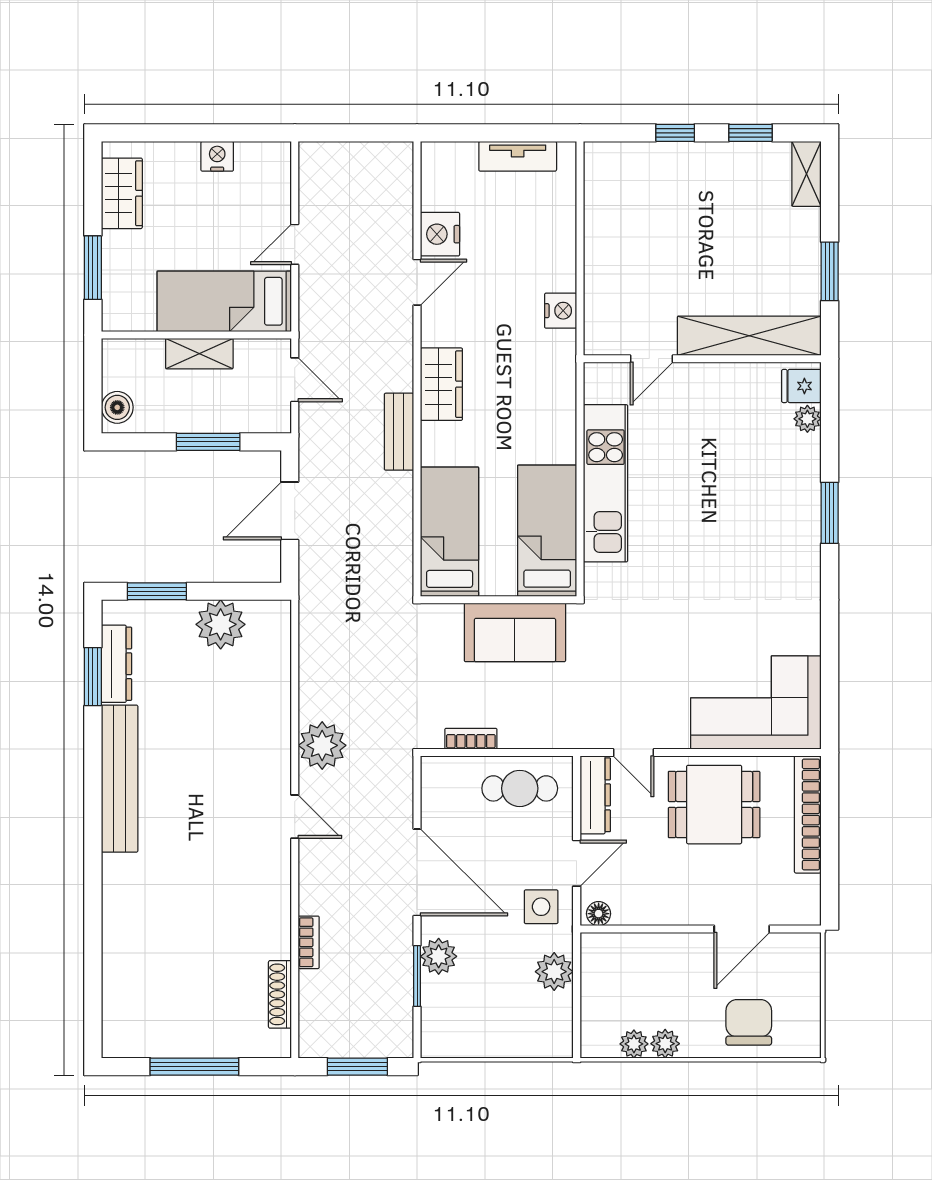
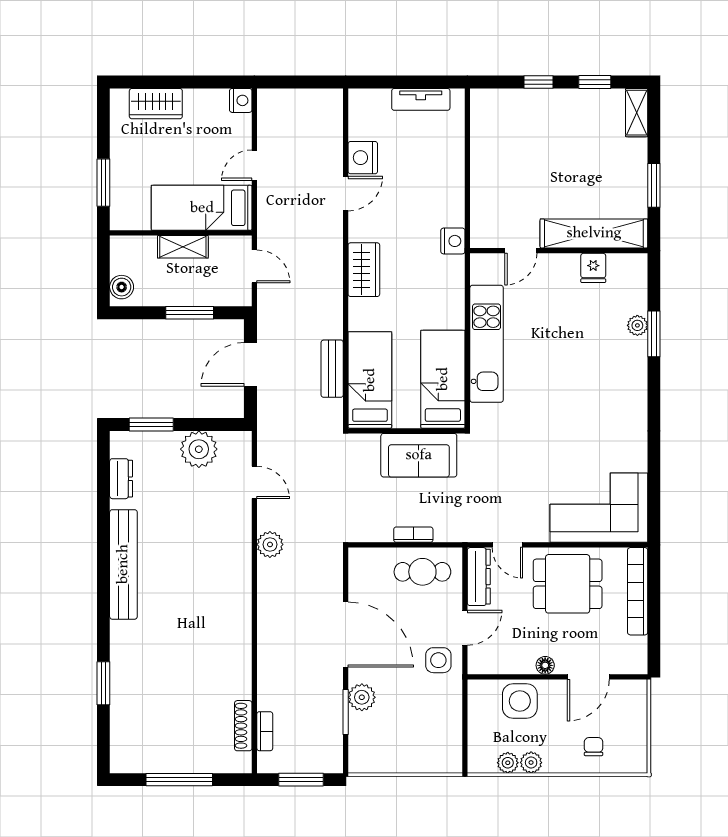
nightstand: (217, 156) -> (241, 100), moved, turned 90
wardrobe: (122, 193) -> (156, 104), moved, turned 90
nightstand: (561, 311) -> (453, 241), moved
fridge: (801, 386) -> (593, 268), moved, turned -90
plant: (807, 419) -> (637, 325), moved
bench: (399, 432) -> (332, 369), moved
window: (830, 513) -> (654, 334), moved
dresser: (116, 664) -> (121, 479), width x0.70
window: (93, 677) -> (103, 683), moved
bookcase: (471, 739) -> (413, 535), moved
plant: (322, 745) -> (270, 544), width x0.73, depth x0.73
door: (295, 817) -> (254, 482), moved
floor lamp: (599, 914) -> (545, 665), moved
bookcase: (309, 942) -> (265, 731), moved
side table: (650, 961) -> (520, 701), added
plant: (554, 972) -> (448, 709), removed
chair: (749, 1022) -> (594, 747), width x0.54, depth x0.54

